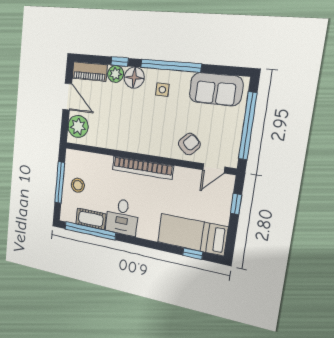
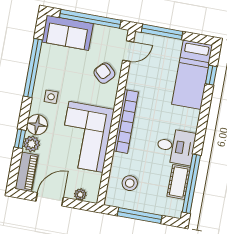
window: (170, 66) -> (33, 68), moved
sofa: (216, 89) -> (67, 33), moved, turned 90
plant: (78, 127) -> (80, 194), width x0.53, depth x0.53
corner sofa: (126, 128) -> (86, 137), added
door: (214, 168) -> (128, 51), hinge flipped
stool: (78, 185) -> (130, 183), moved
window: (236, 204) -> (162, 32), width x2.17

